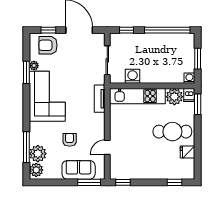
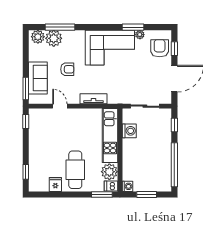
tv unit: (100, 99) -> (94, 99), moved

